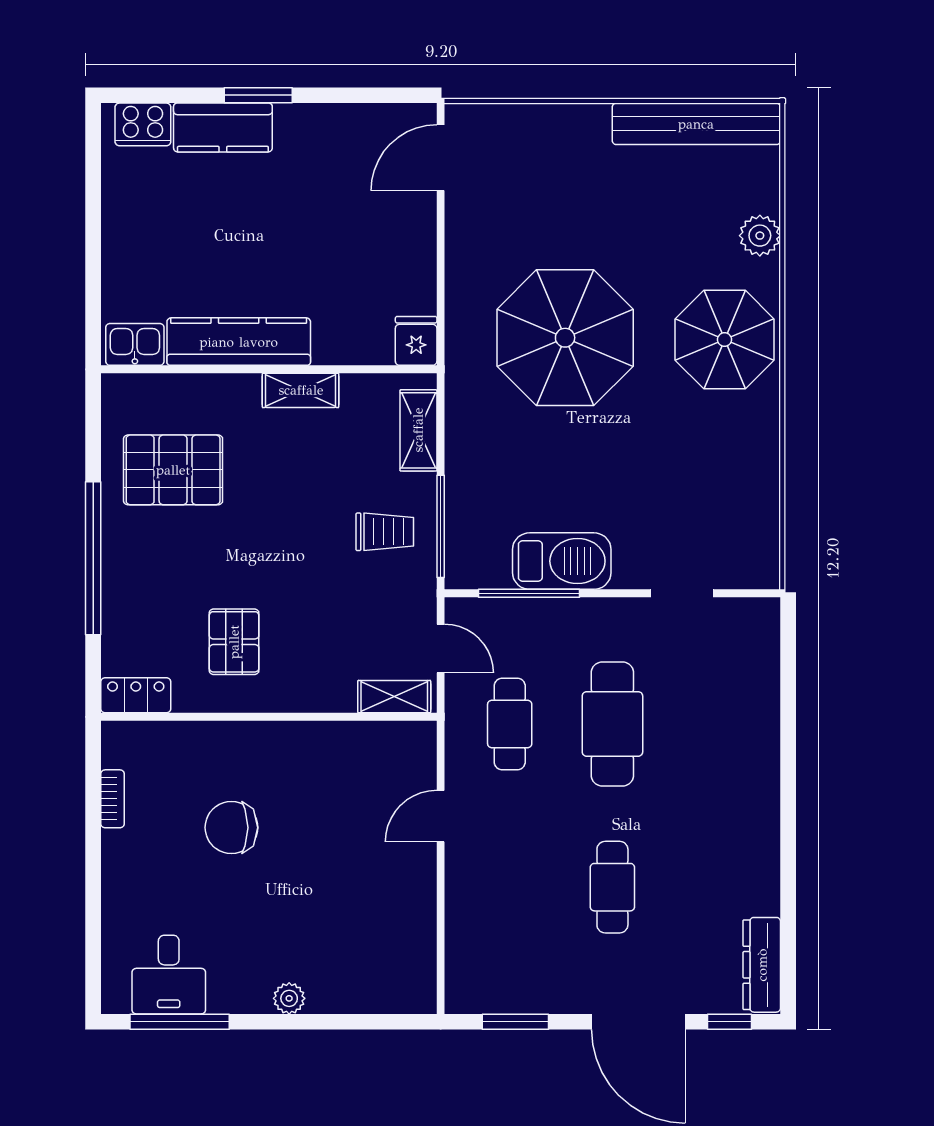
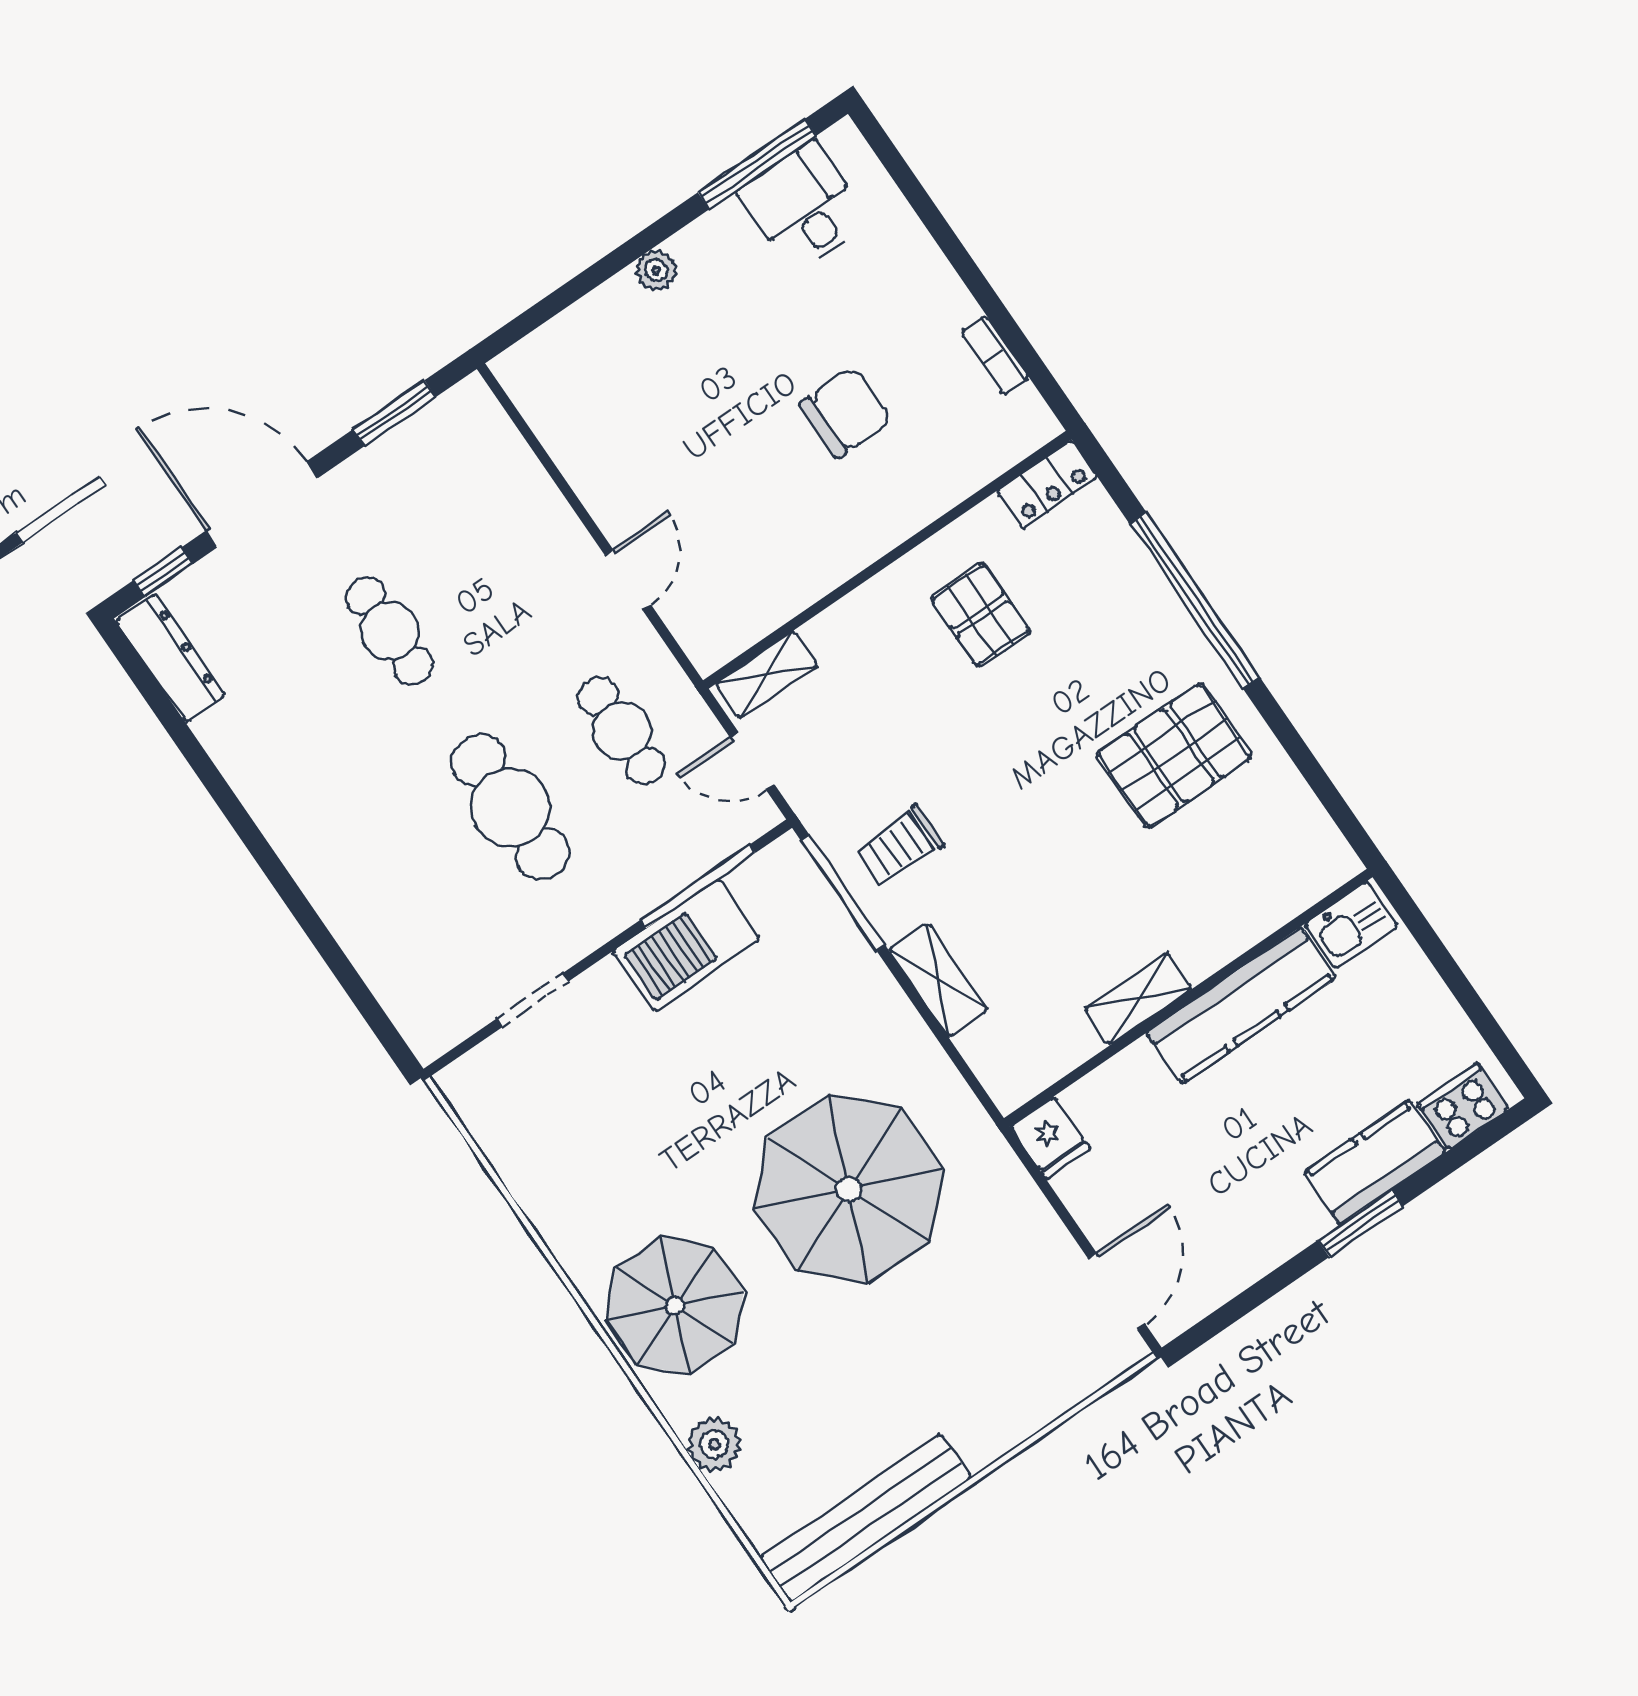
fridge: (416, 341) -> (1050, 1138), moved
kitchen counter: (239, 342) -> (1241, 1005), moved
kitchen sink: (135, 344) -> (1351, 925), moved
wall: (269, 369) -> (1188, 998), moved
shelving: (301, 390) -> (1138, 999), moved

